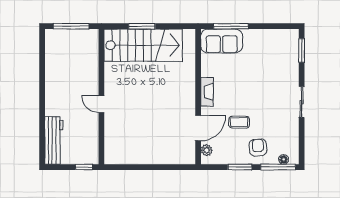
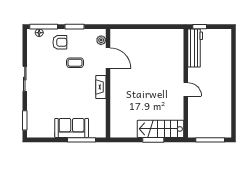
sofa: (222, 41) -> (72, 128), moved
stairs: (143, 45) -> (160, 129), width x0.73, depth x0.66
door: (101, 104) -> (186, 89), moved
door: (198, 128) -> (108, 58), swing flipped
workbench: (54, 140) -> (195, 48), moved, turned 180
armchair: (258, 148) -> (60, 42), turned -86

